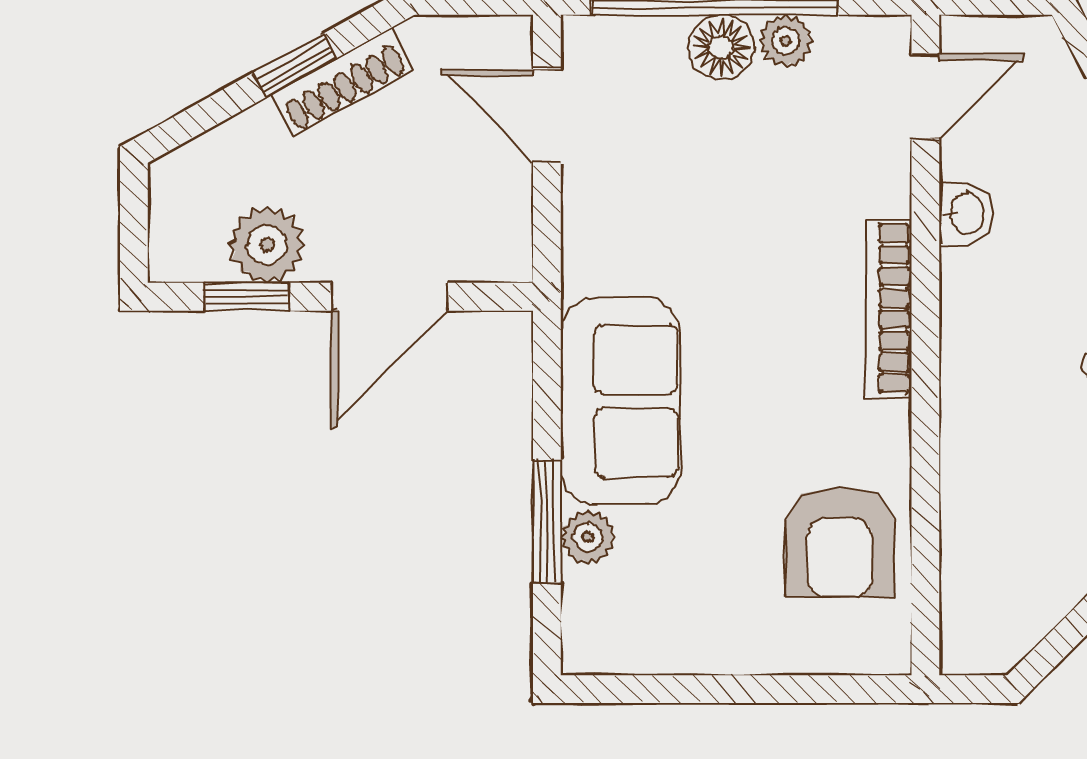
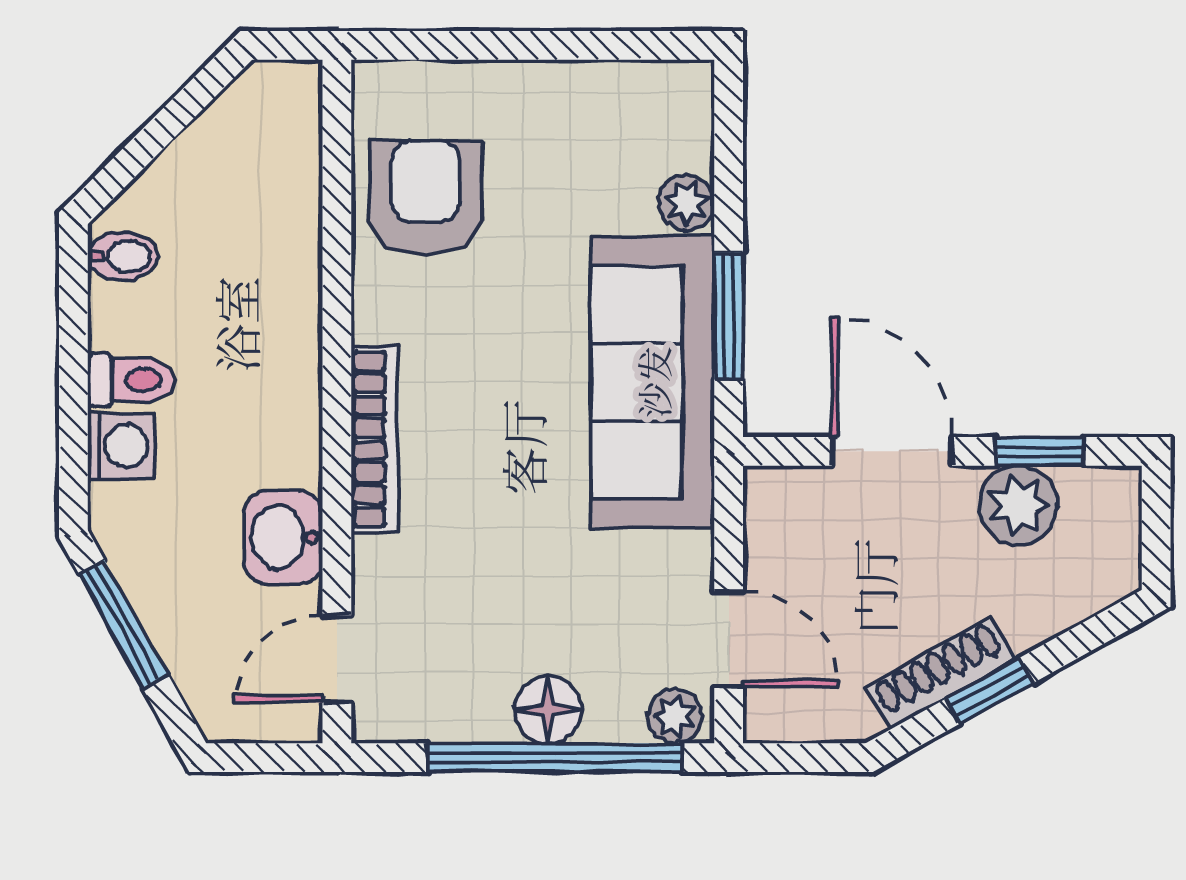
plant: (786, 41) -> (675, 716), moved
washbasin: (966, 213) -> (283, 537), width x1.38, depth x1.45
door: (389, 297) -> (892, 451), hinge flipped
sofa: (620, 401) -> (653, 382), width x1.36
window: (547, 521) -> (729, 316), moved

